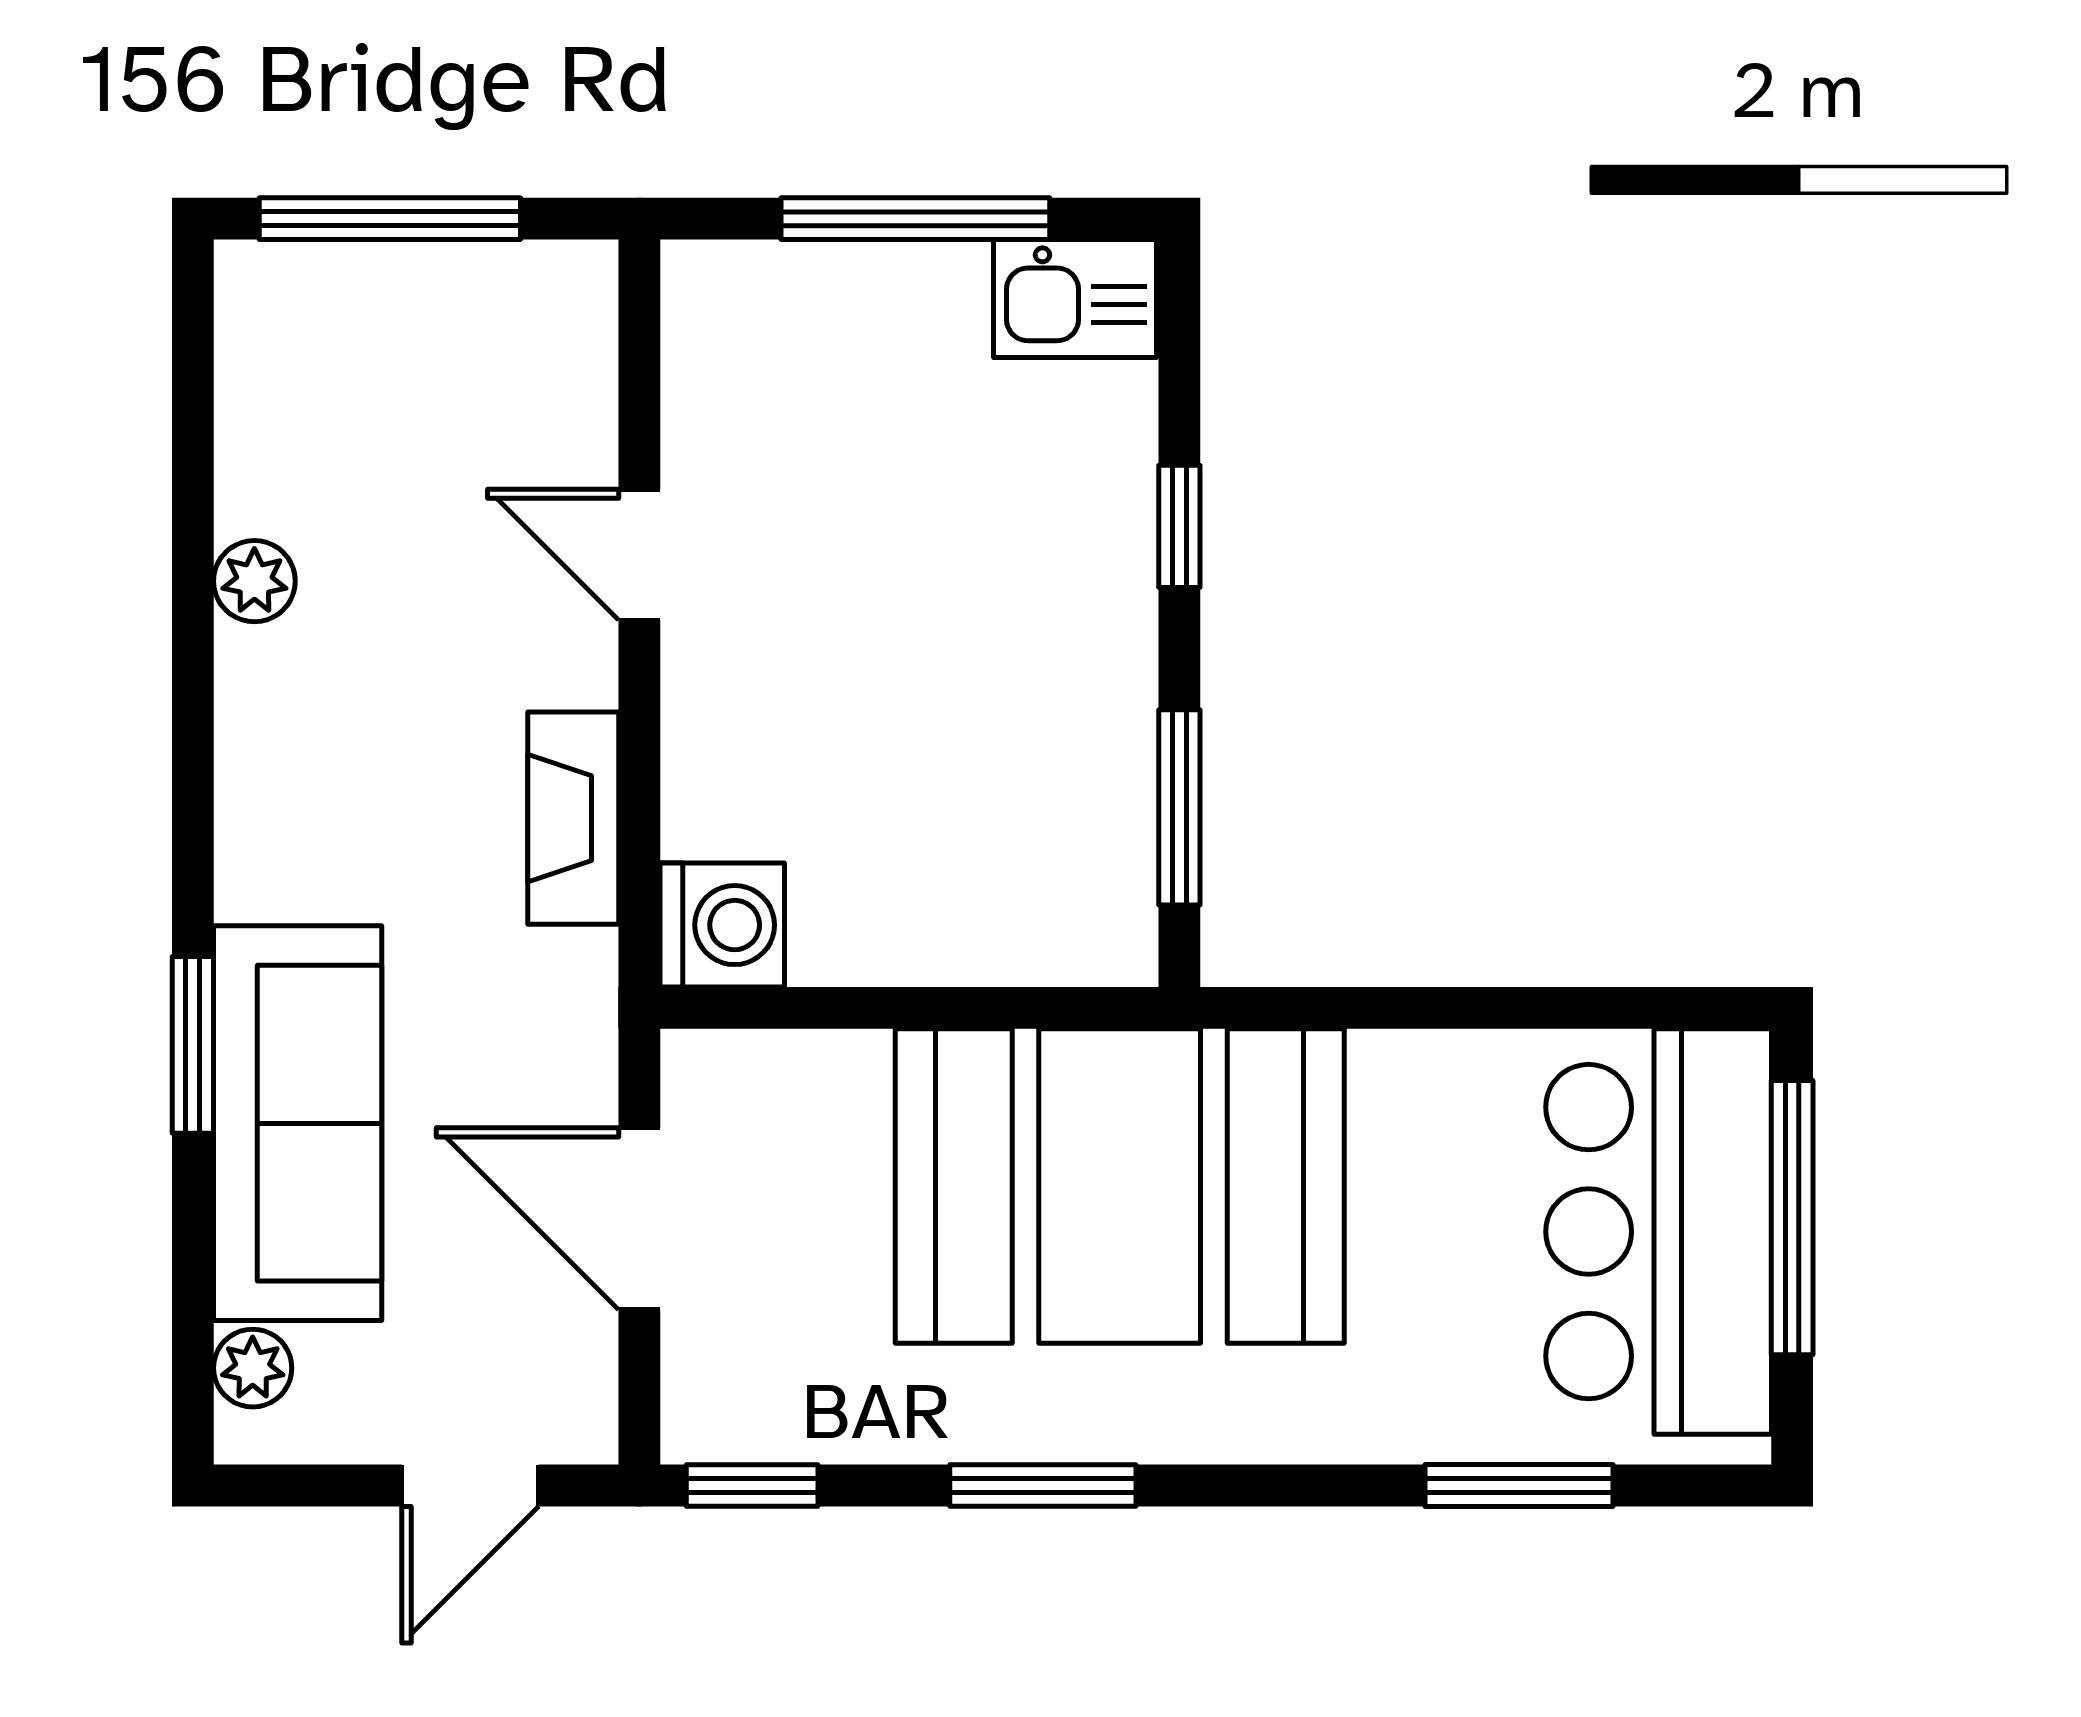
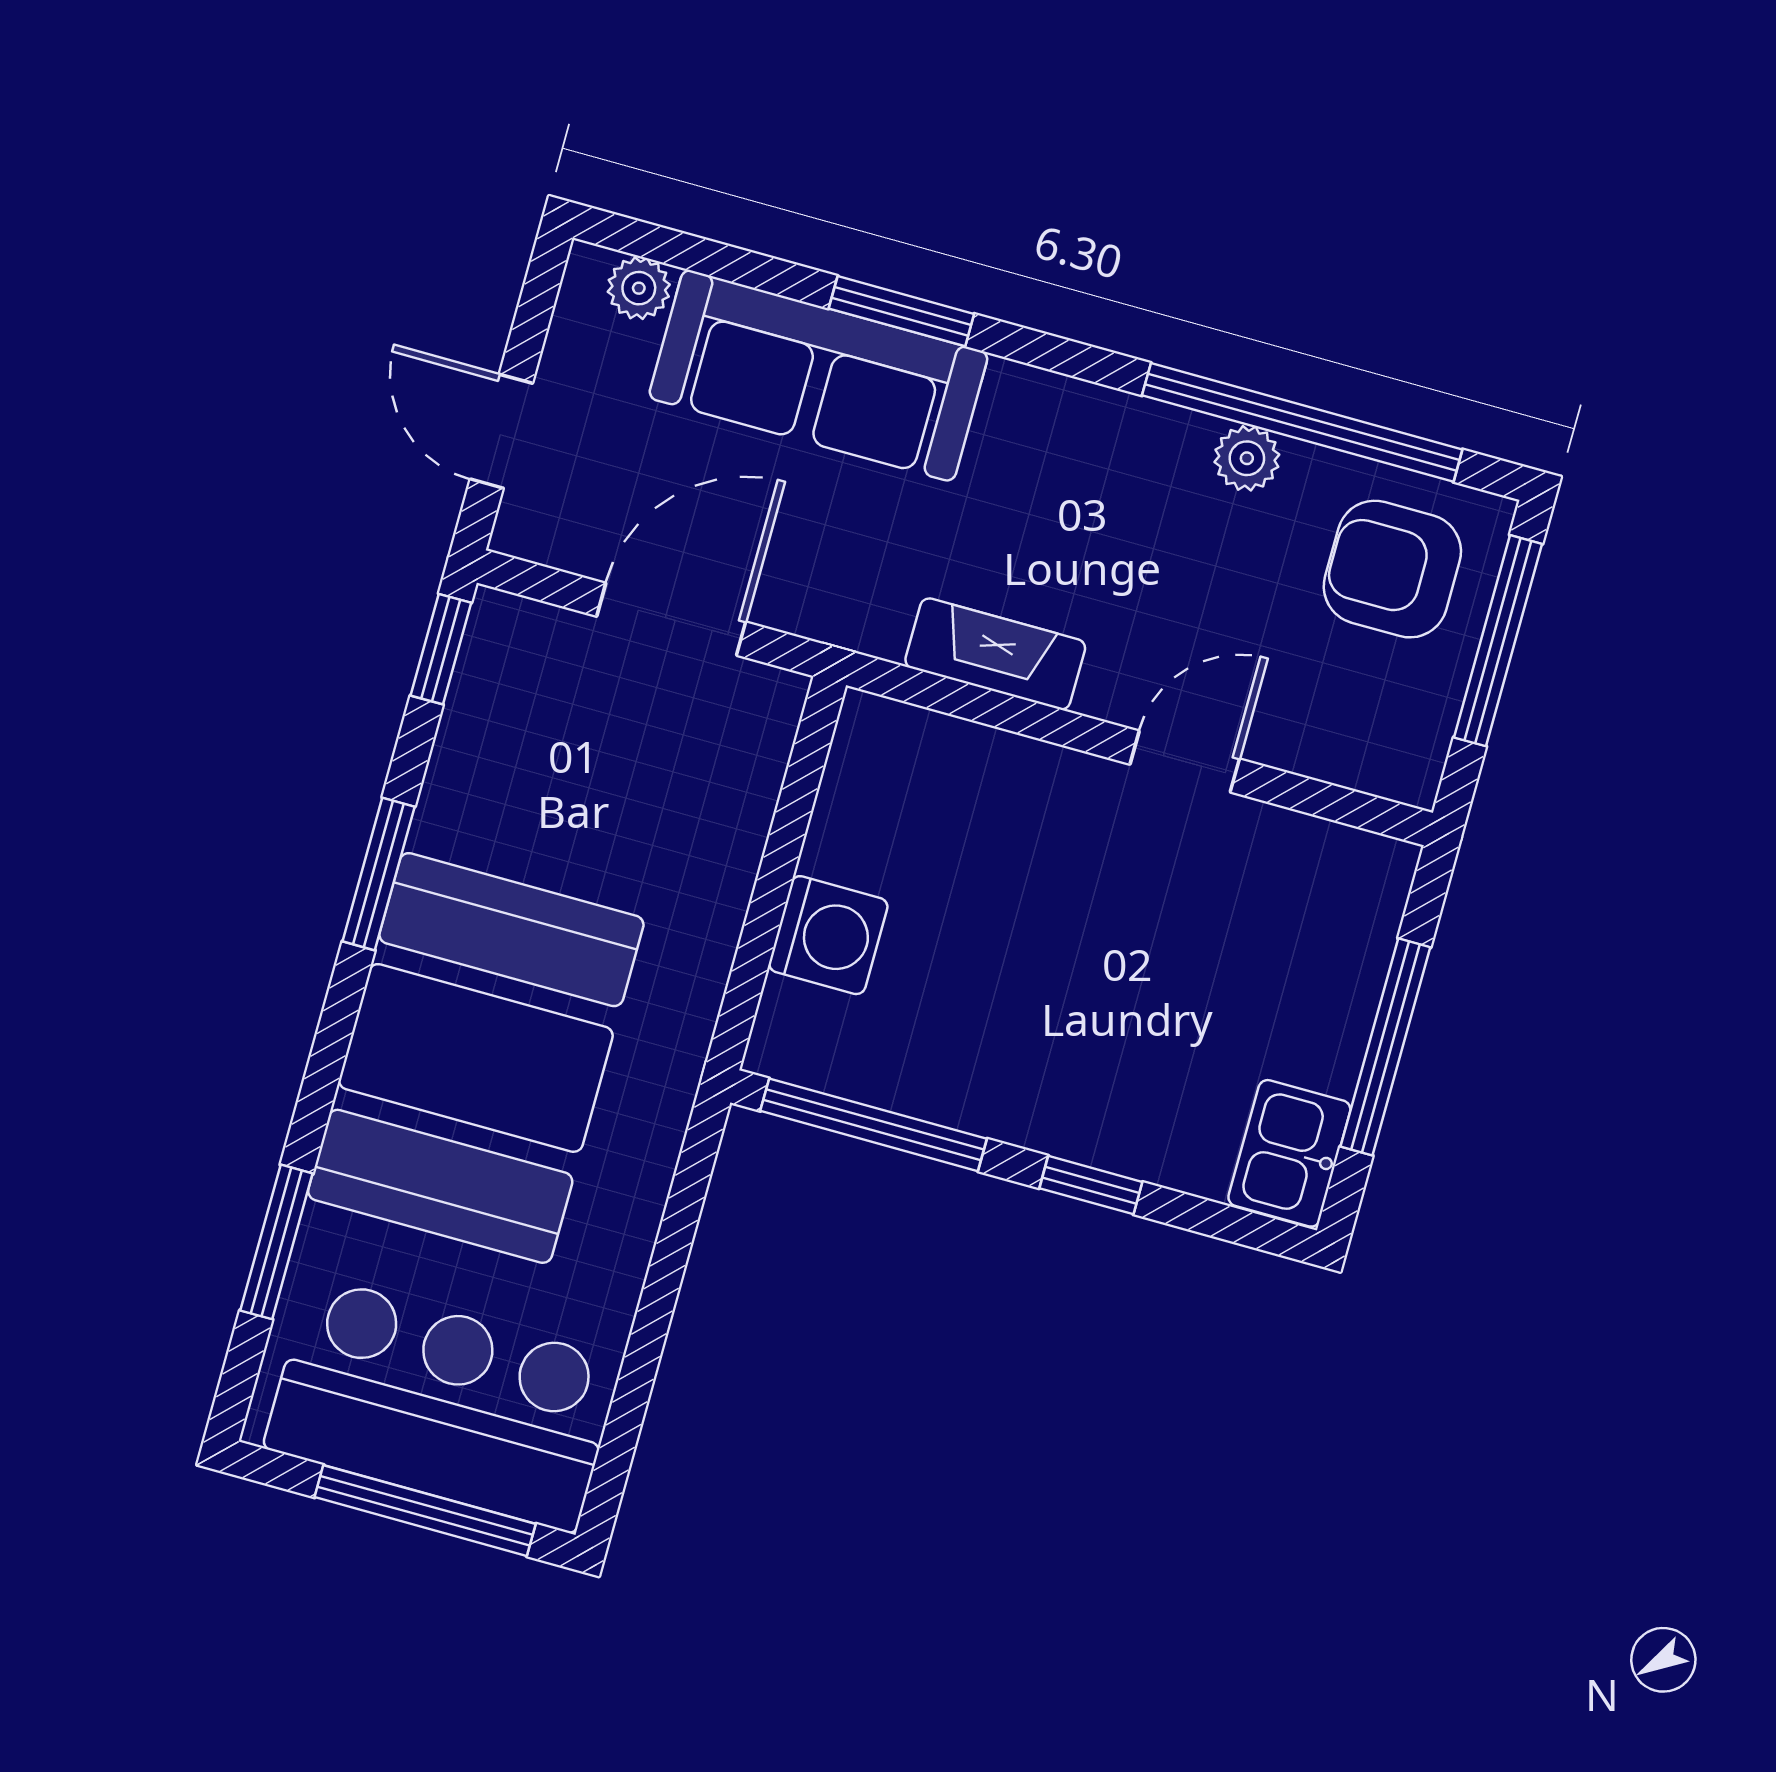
armchair: (339, 369) -> (1392, 569), added
window: (193, 527) -> (1302, 422), added
window: (1179, 807) -> (873, 1125), width x1.44
washing machine: (722, 925) -> (828, 935), moved, turned -90
booth: (1120, 1186) -> (476, 1058), moved

